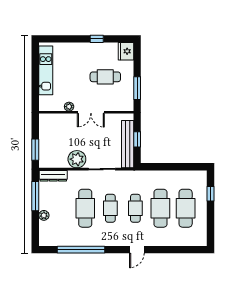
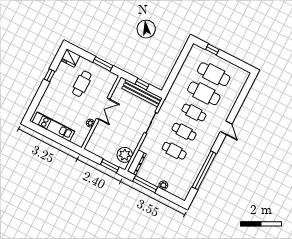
plant: (77, 159) -> (125, 155), moved
cafe table: (85, 208) -> (174, 151), width x0.73, depth x0.74

